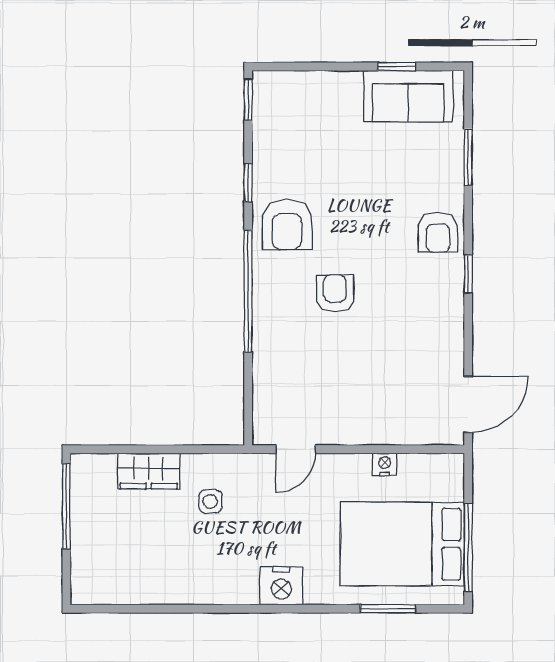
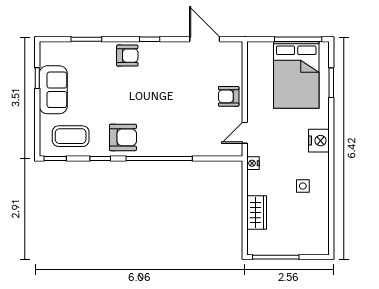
sofa: (408, 96) -> (53, 90), moved
coffee table: (289, 128) -> (71, 136), added
armchair: (335, 294) -> (229, 96), moved
door: (468, 404) -> (205, 39), moved
door: (296, 449) -> (245, 133), swing flipped
nightstand: (385, 464) -> (253, 163), moved
side table: (210, 501) -> (303, 186), moved

